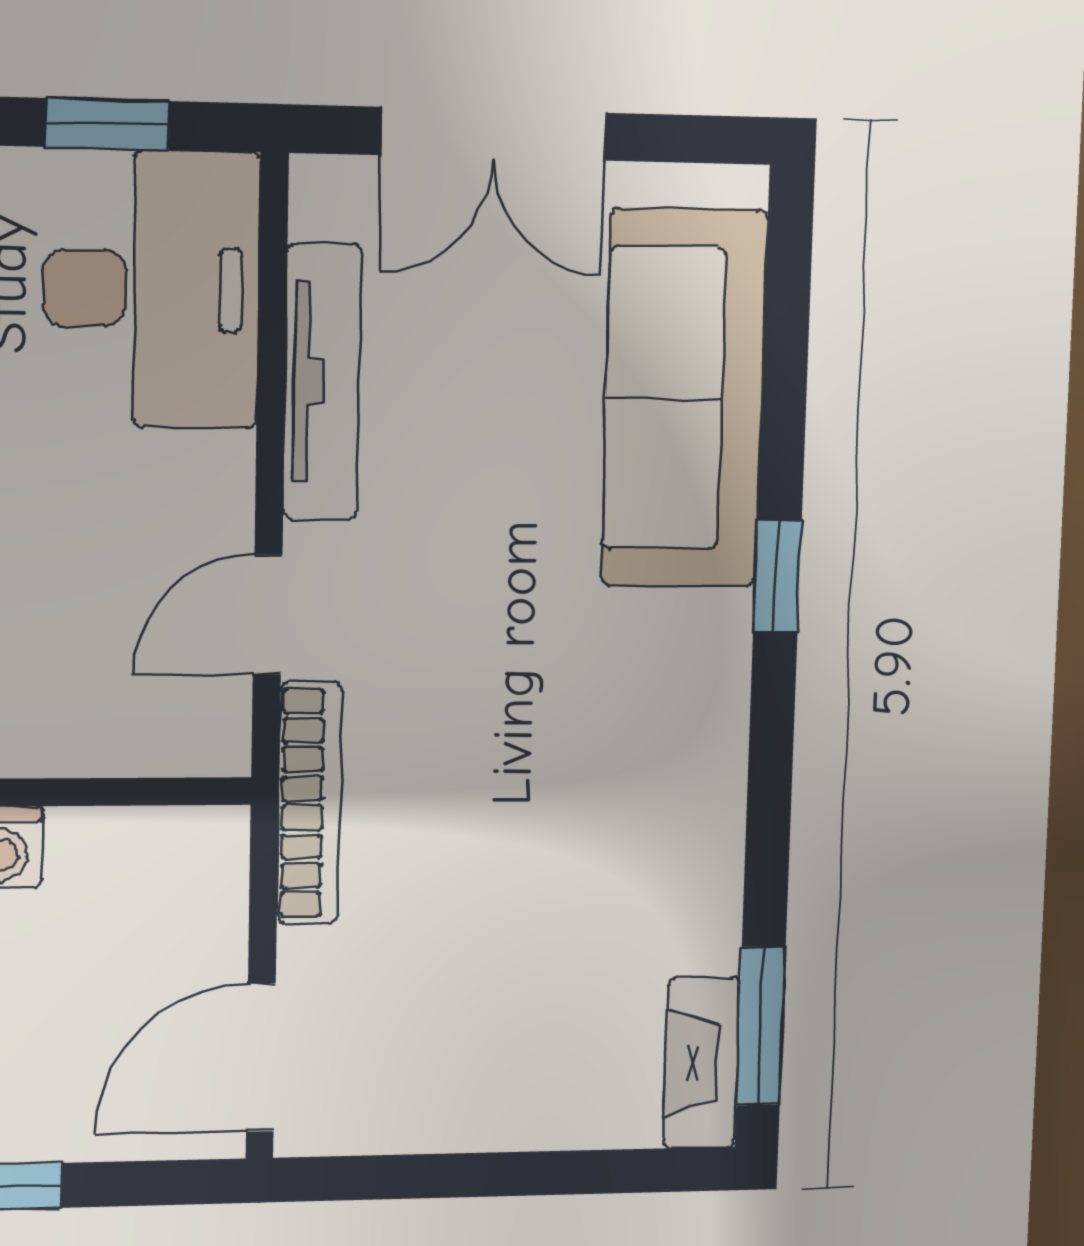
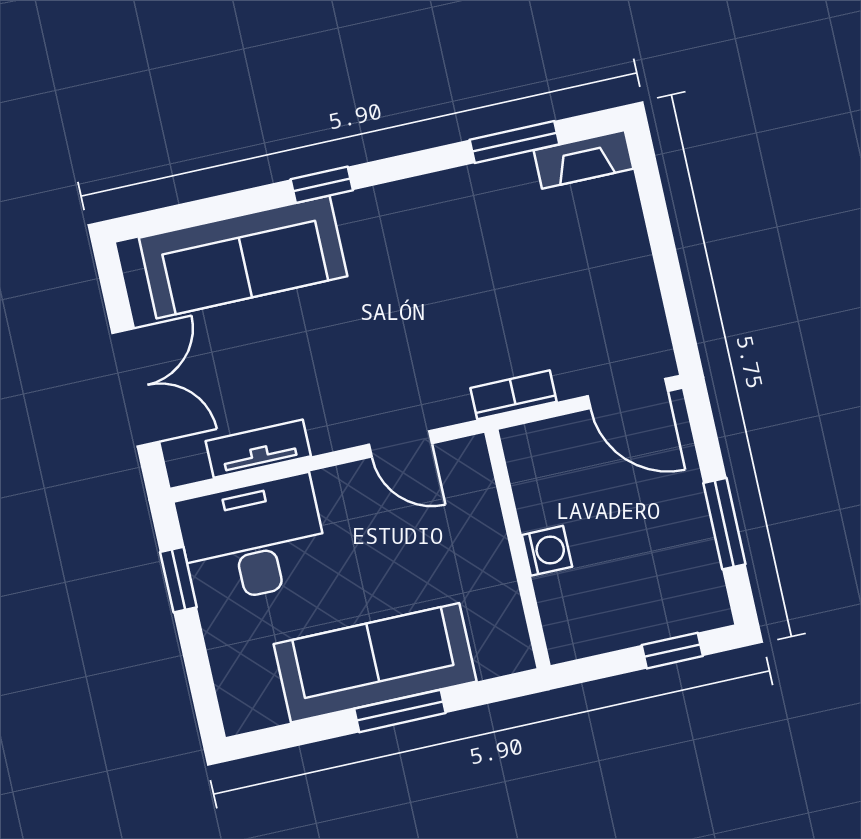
tv unit: (322, 382) -> (258, 449), width x0.71
bookcase: (310, 803) -> (513, 395), width x0.64
window: (761, 1026) -> (514, 142), moved

